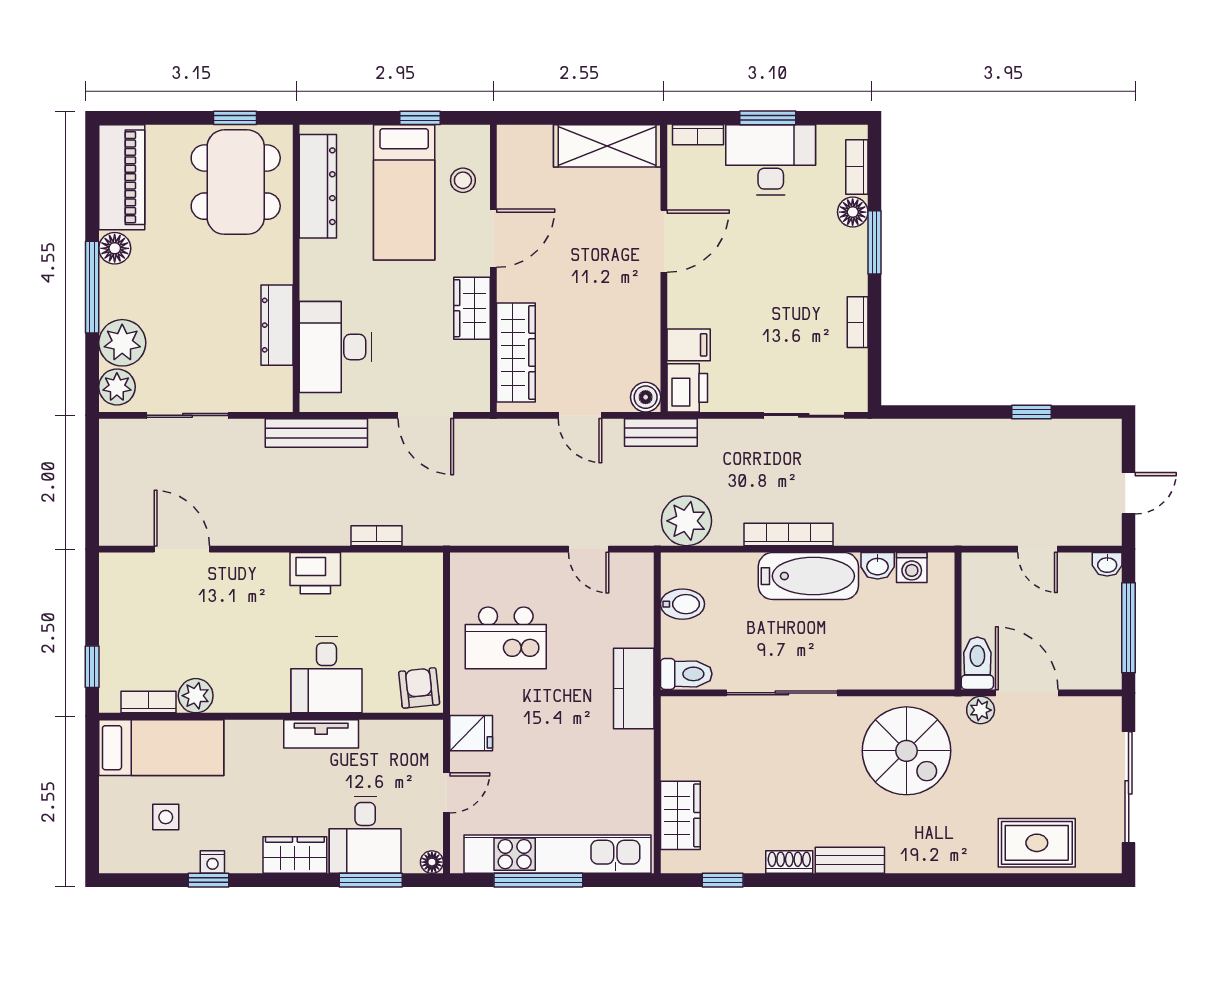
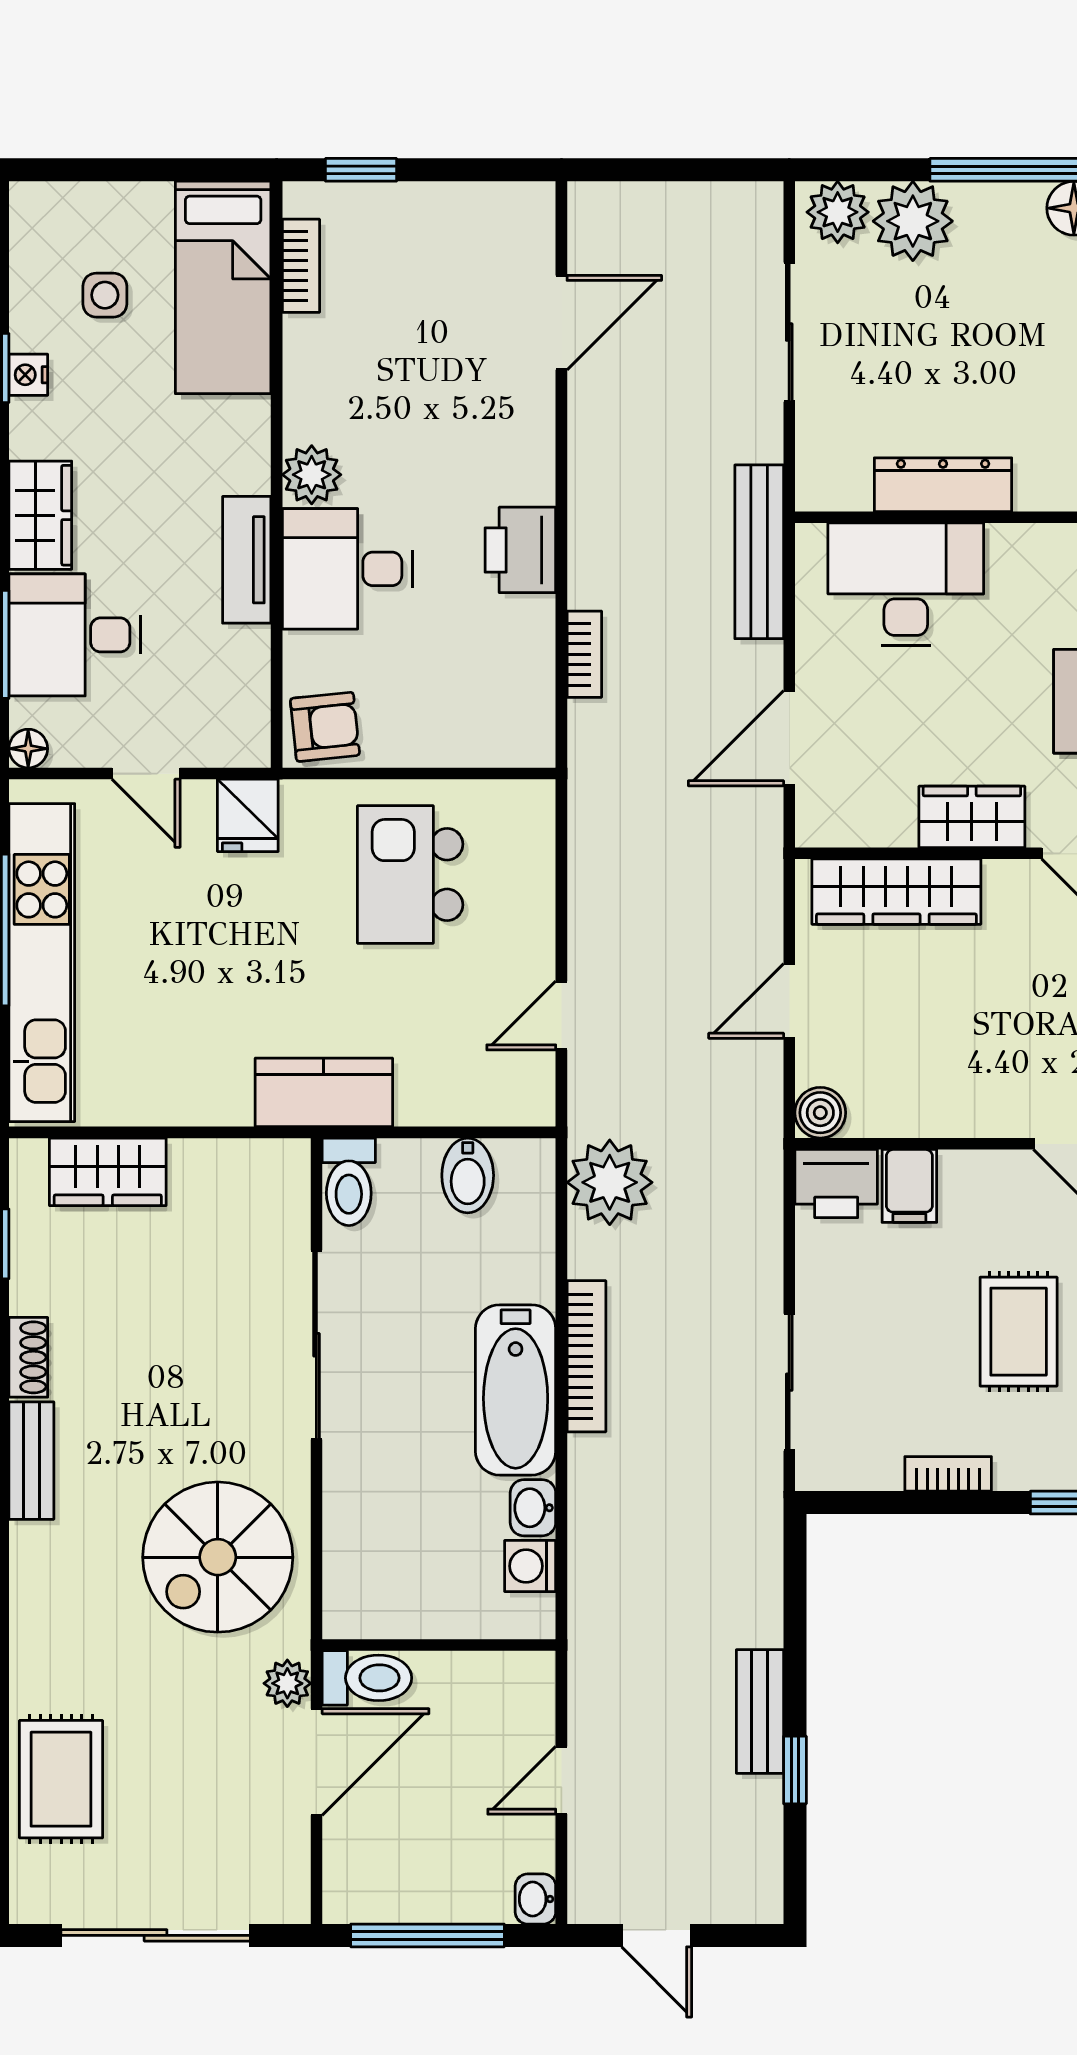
rug: (774, 281) -> (1019, 1332), added
bench: (661, 433) -> (760, 1711), moved
plant: (196, 696) -> (312, 475), moved

